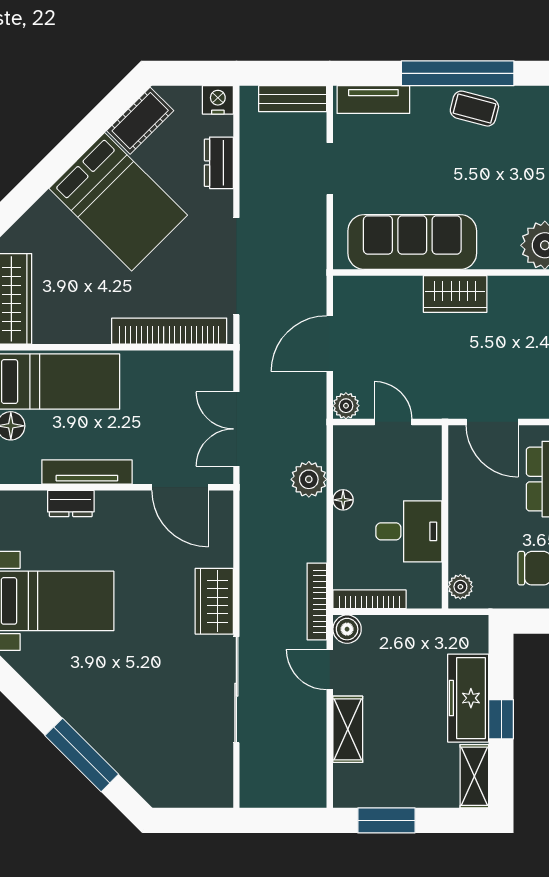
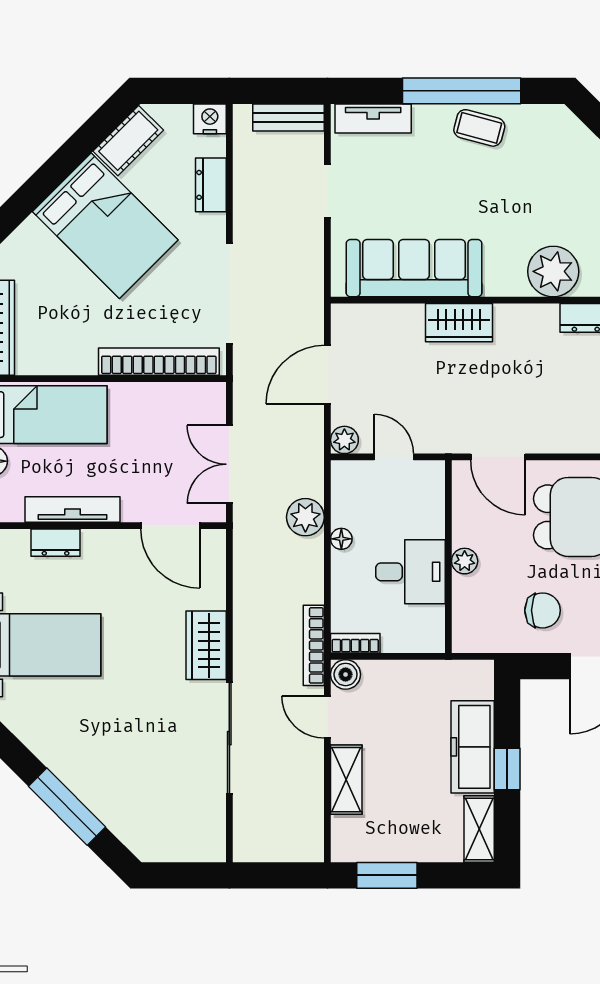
plant: (460, 587) -> (465, 561), moved
bookcase: (369, 599) -> (355, 643), width x0.64

